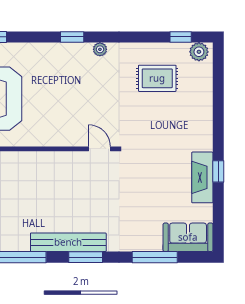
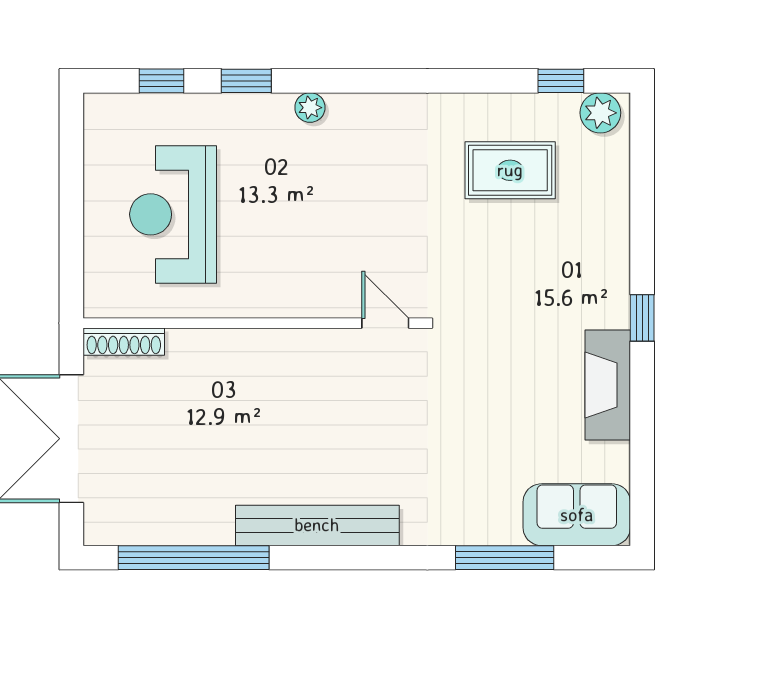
window: (72, 37) -> (246, 81), moved
plant: (100, 49) -> (310, 108), moved
window: (218, 171) -> (642, 318), moved
window: (86, 257) -> (355, 558), removed

